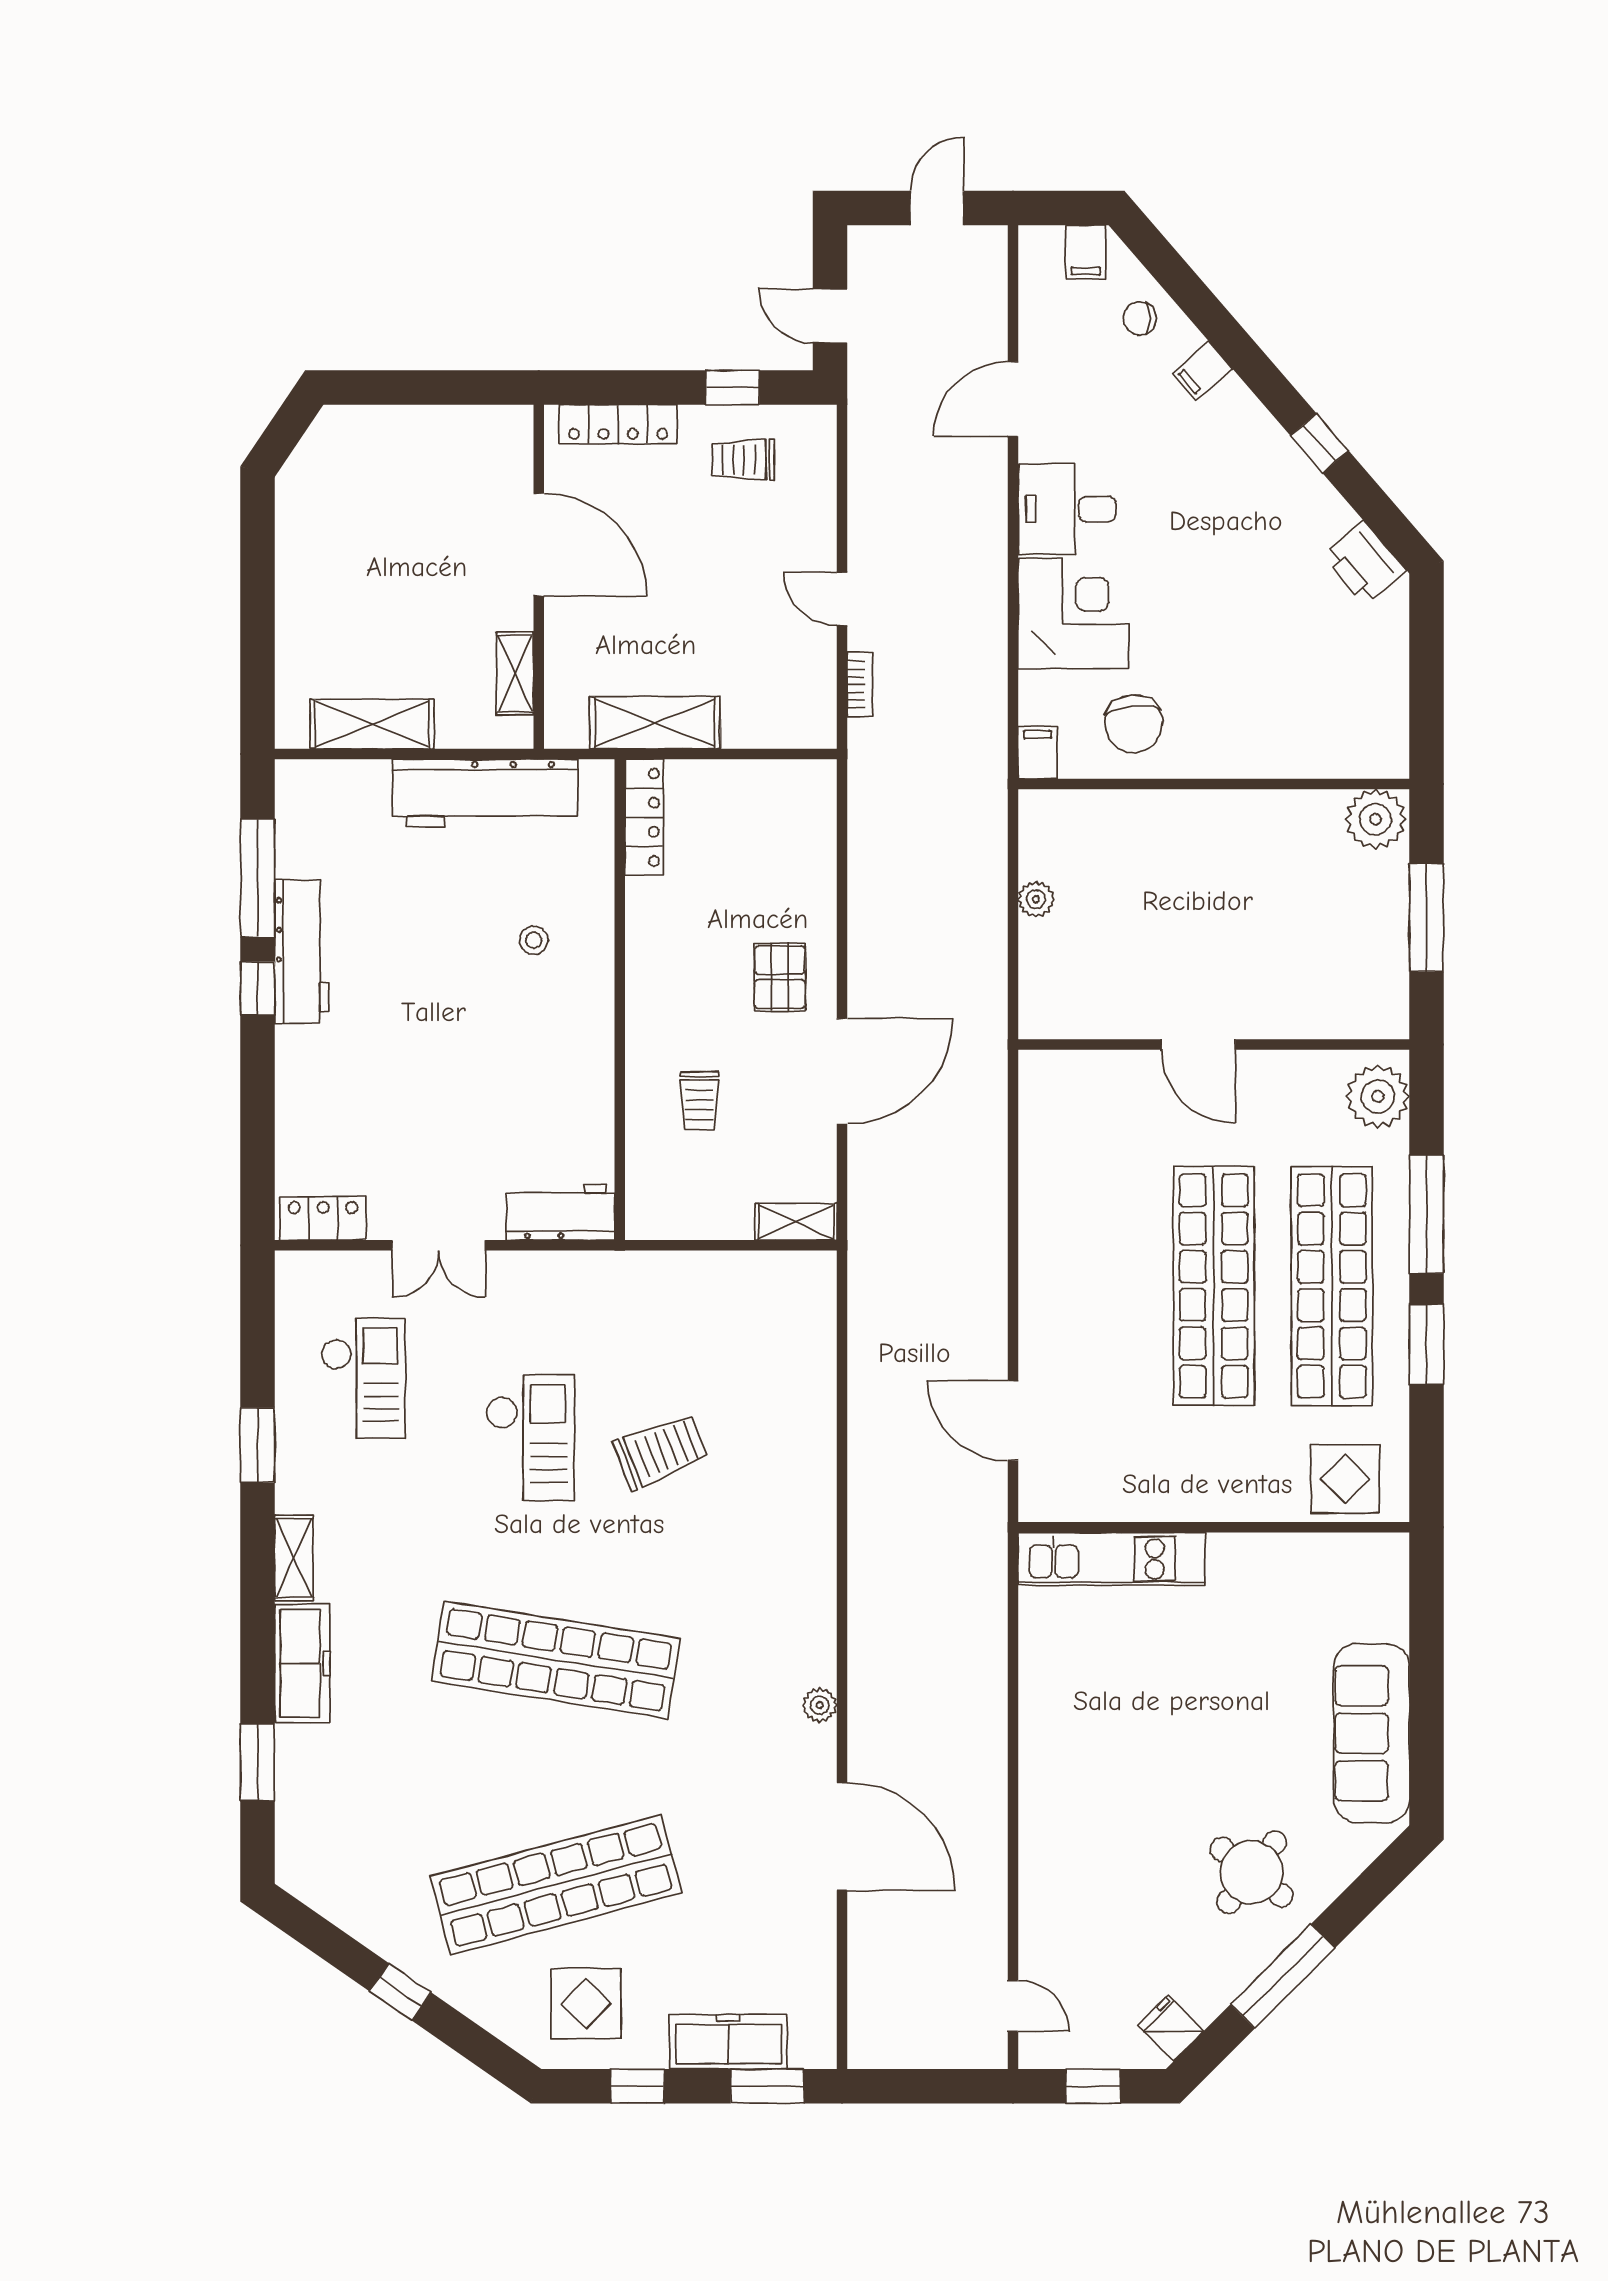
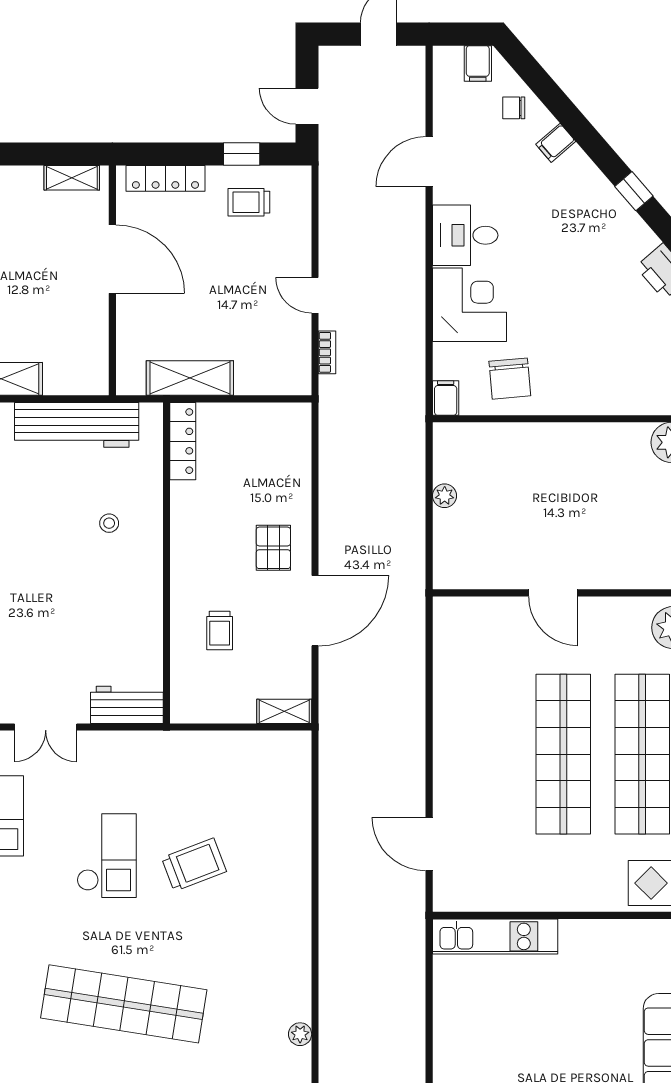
shelving: (515, 674) -> (72, 178), moved, turned 90

